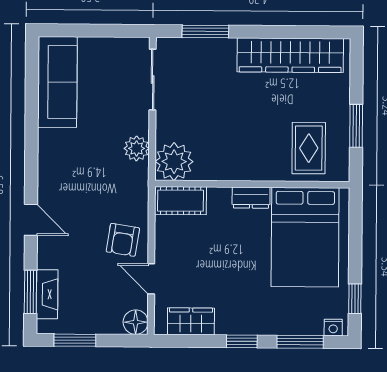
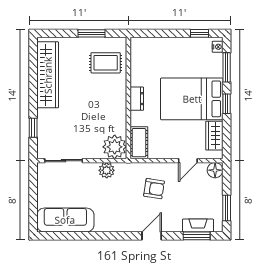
window: (205, 31) -> (33, 128), width x0.67
bed: (305, 237) -> (192, 99), moved, turned 180
armchair: (123, 240) -> (154, 189), moved

